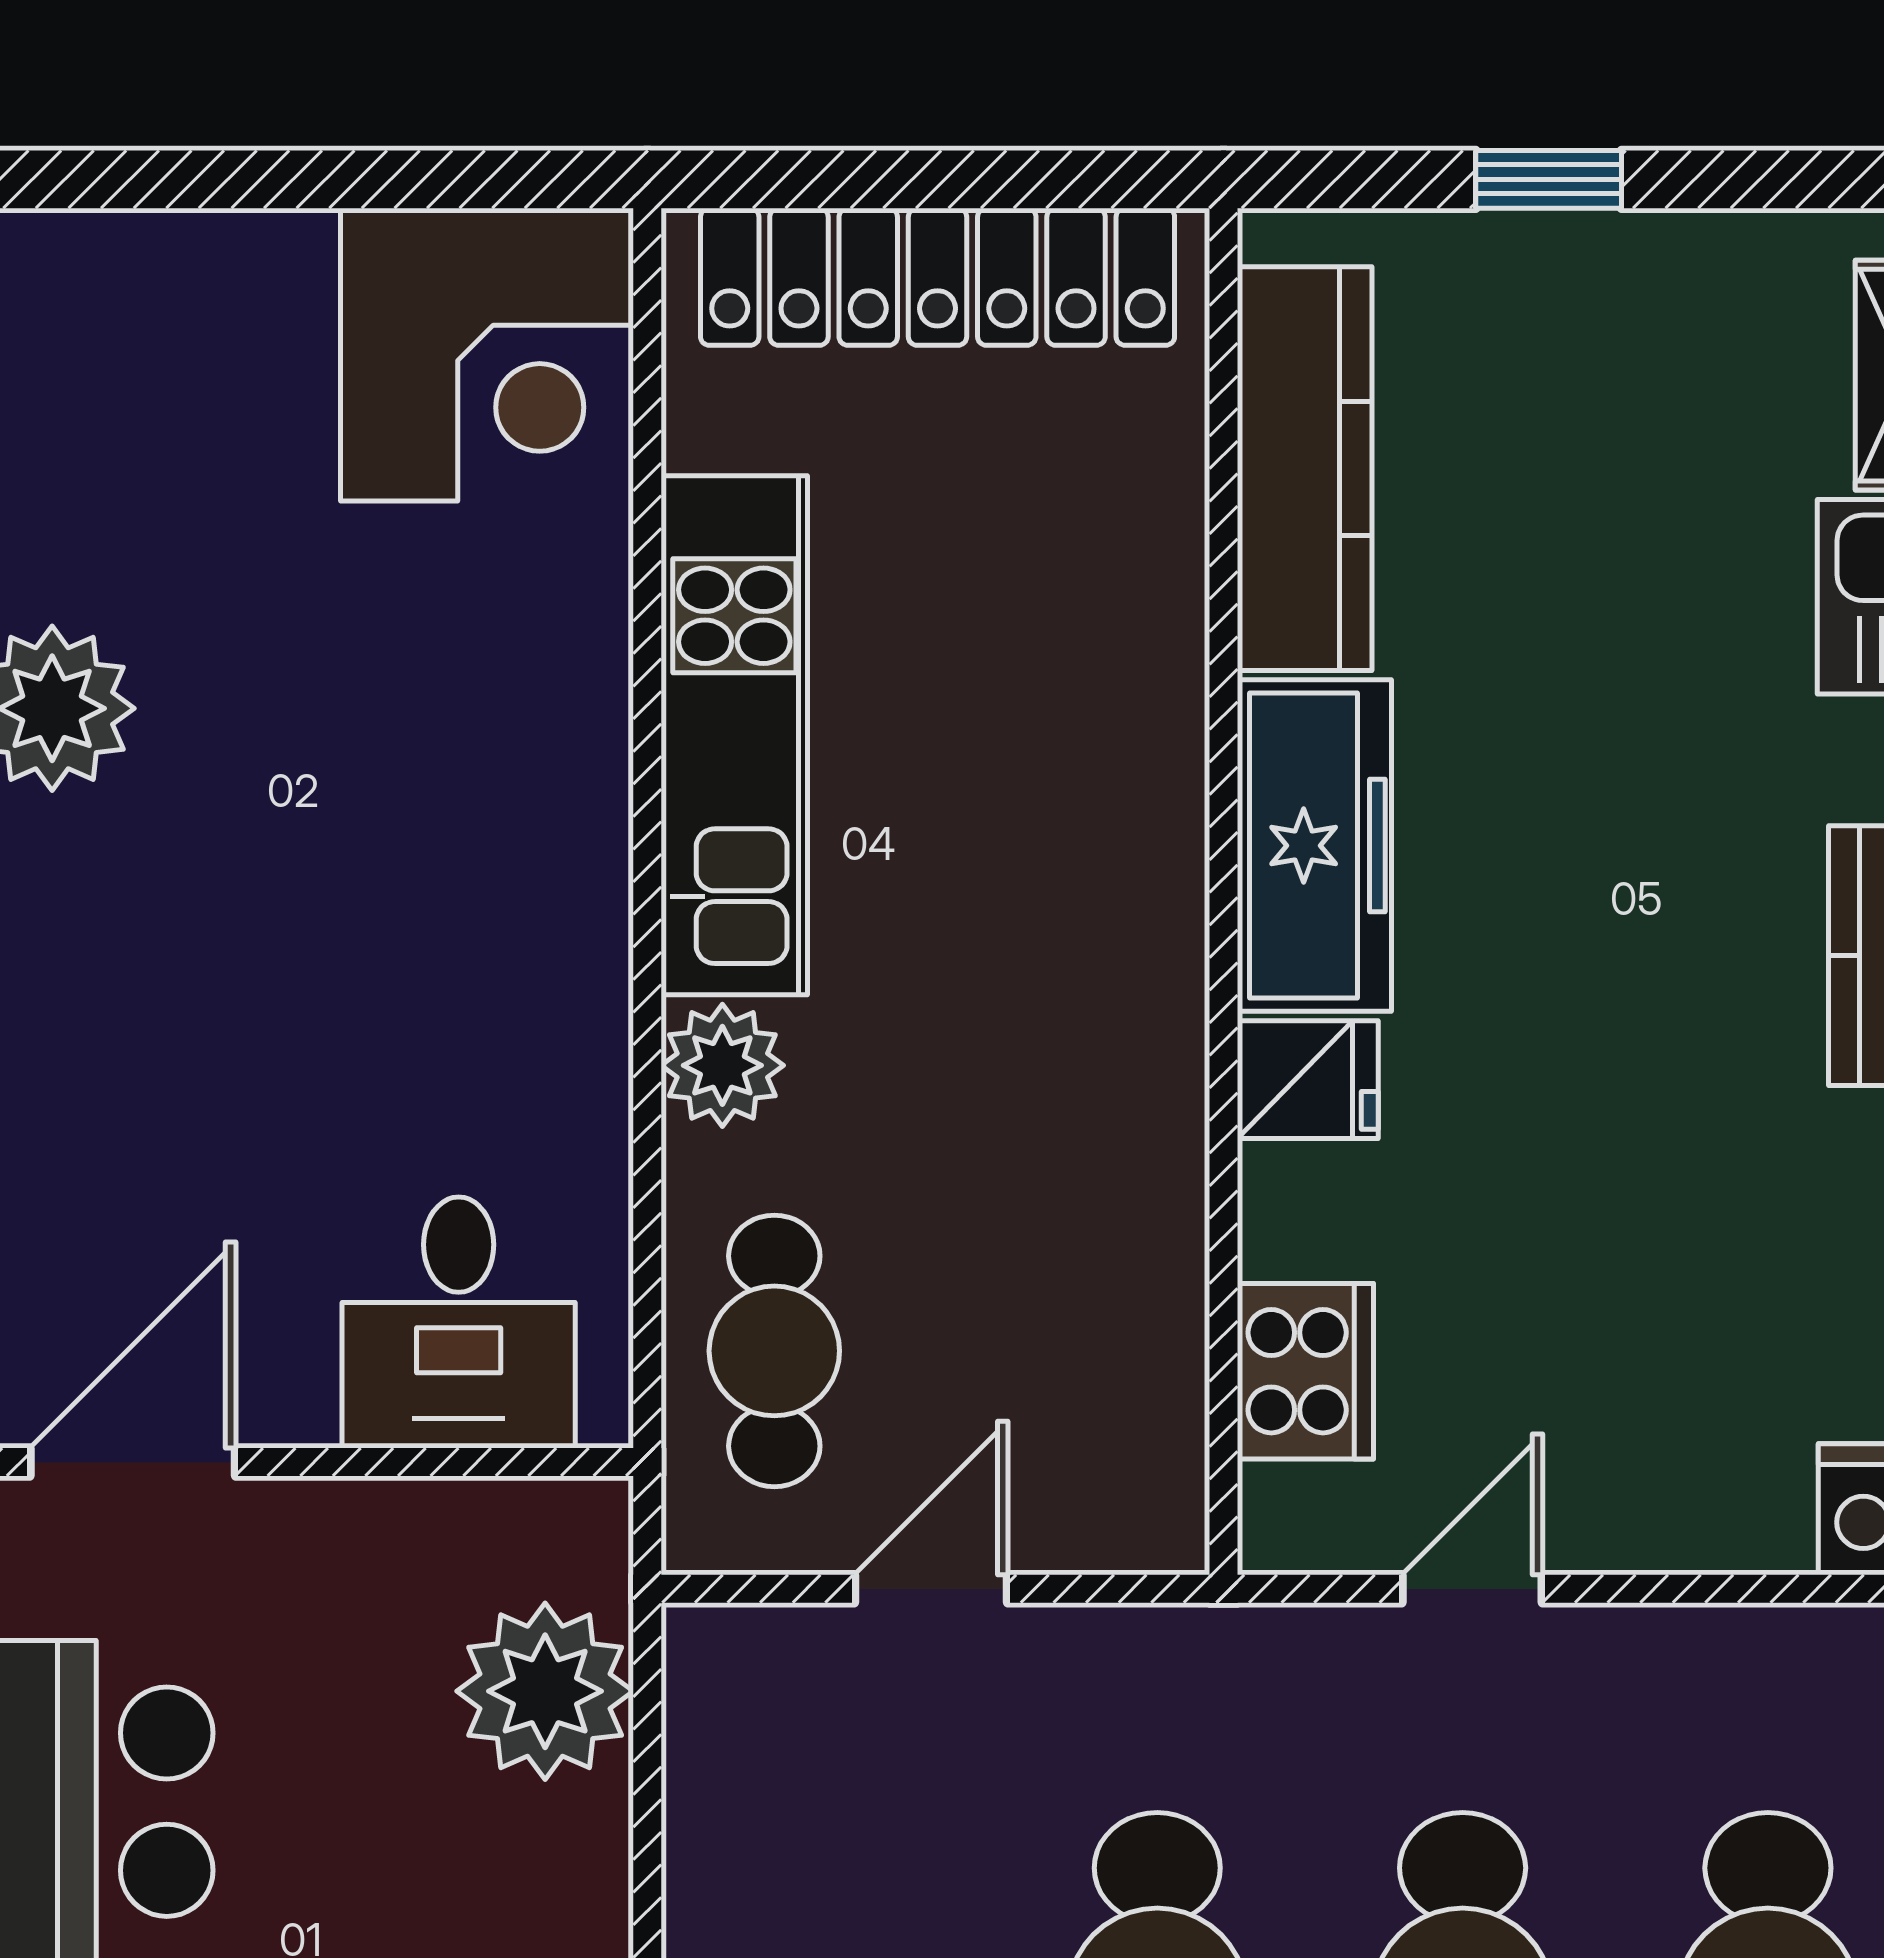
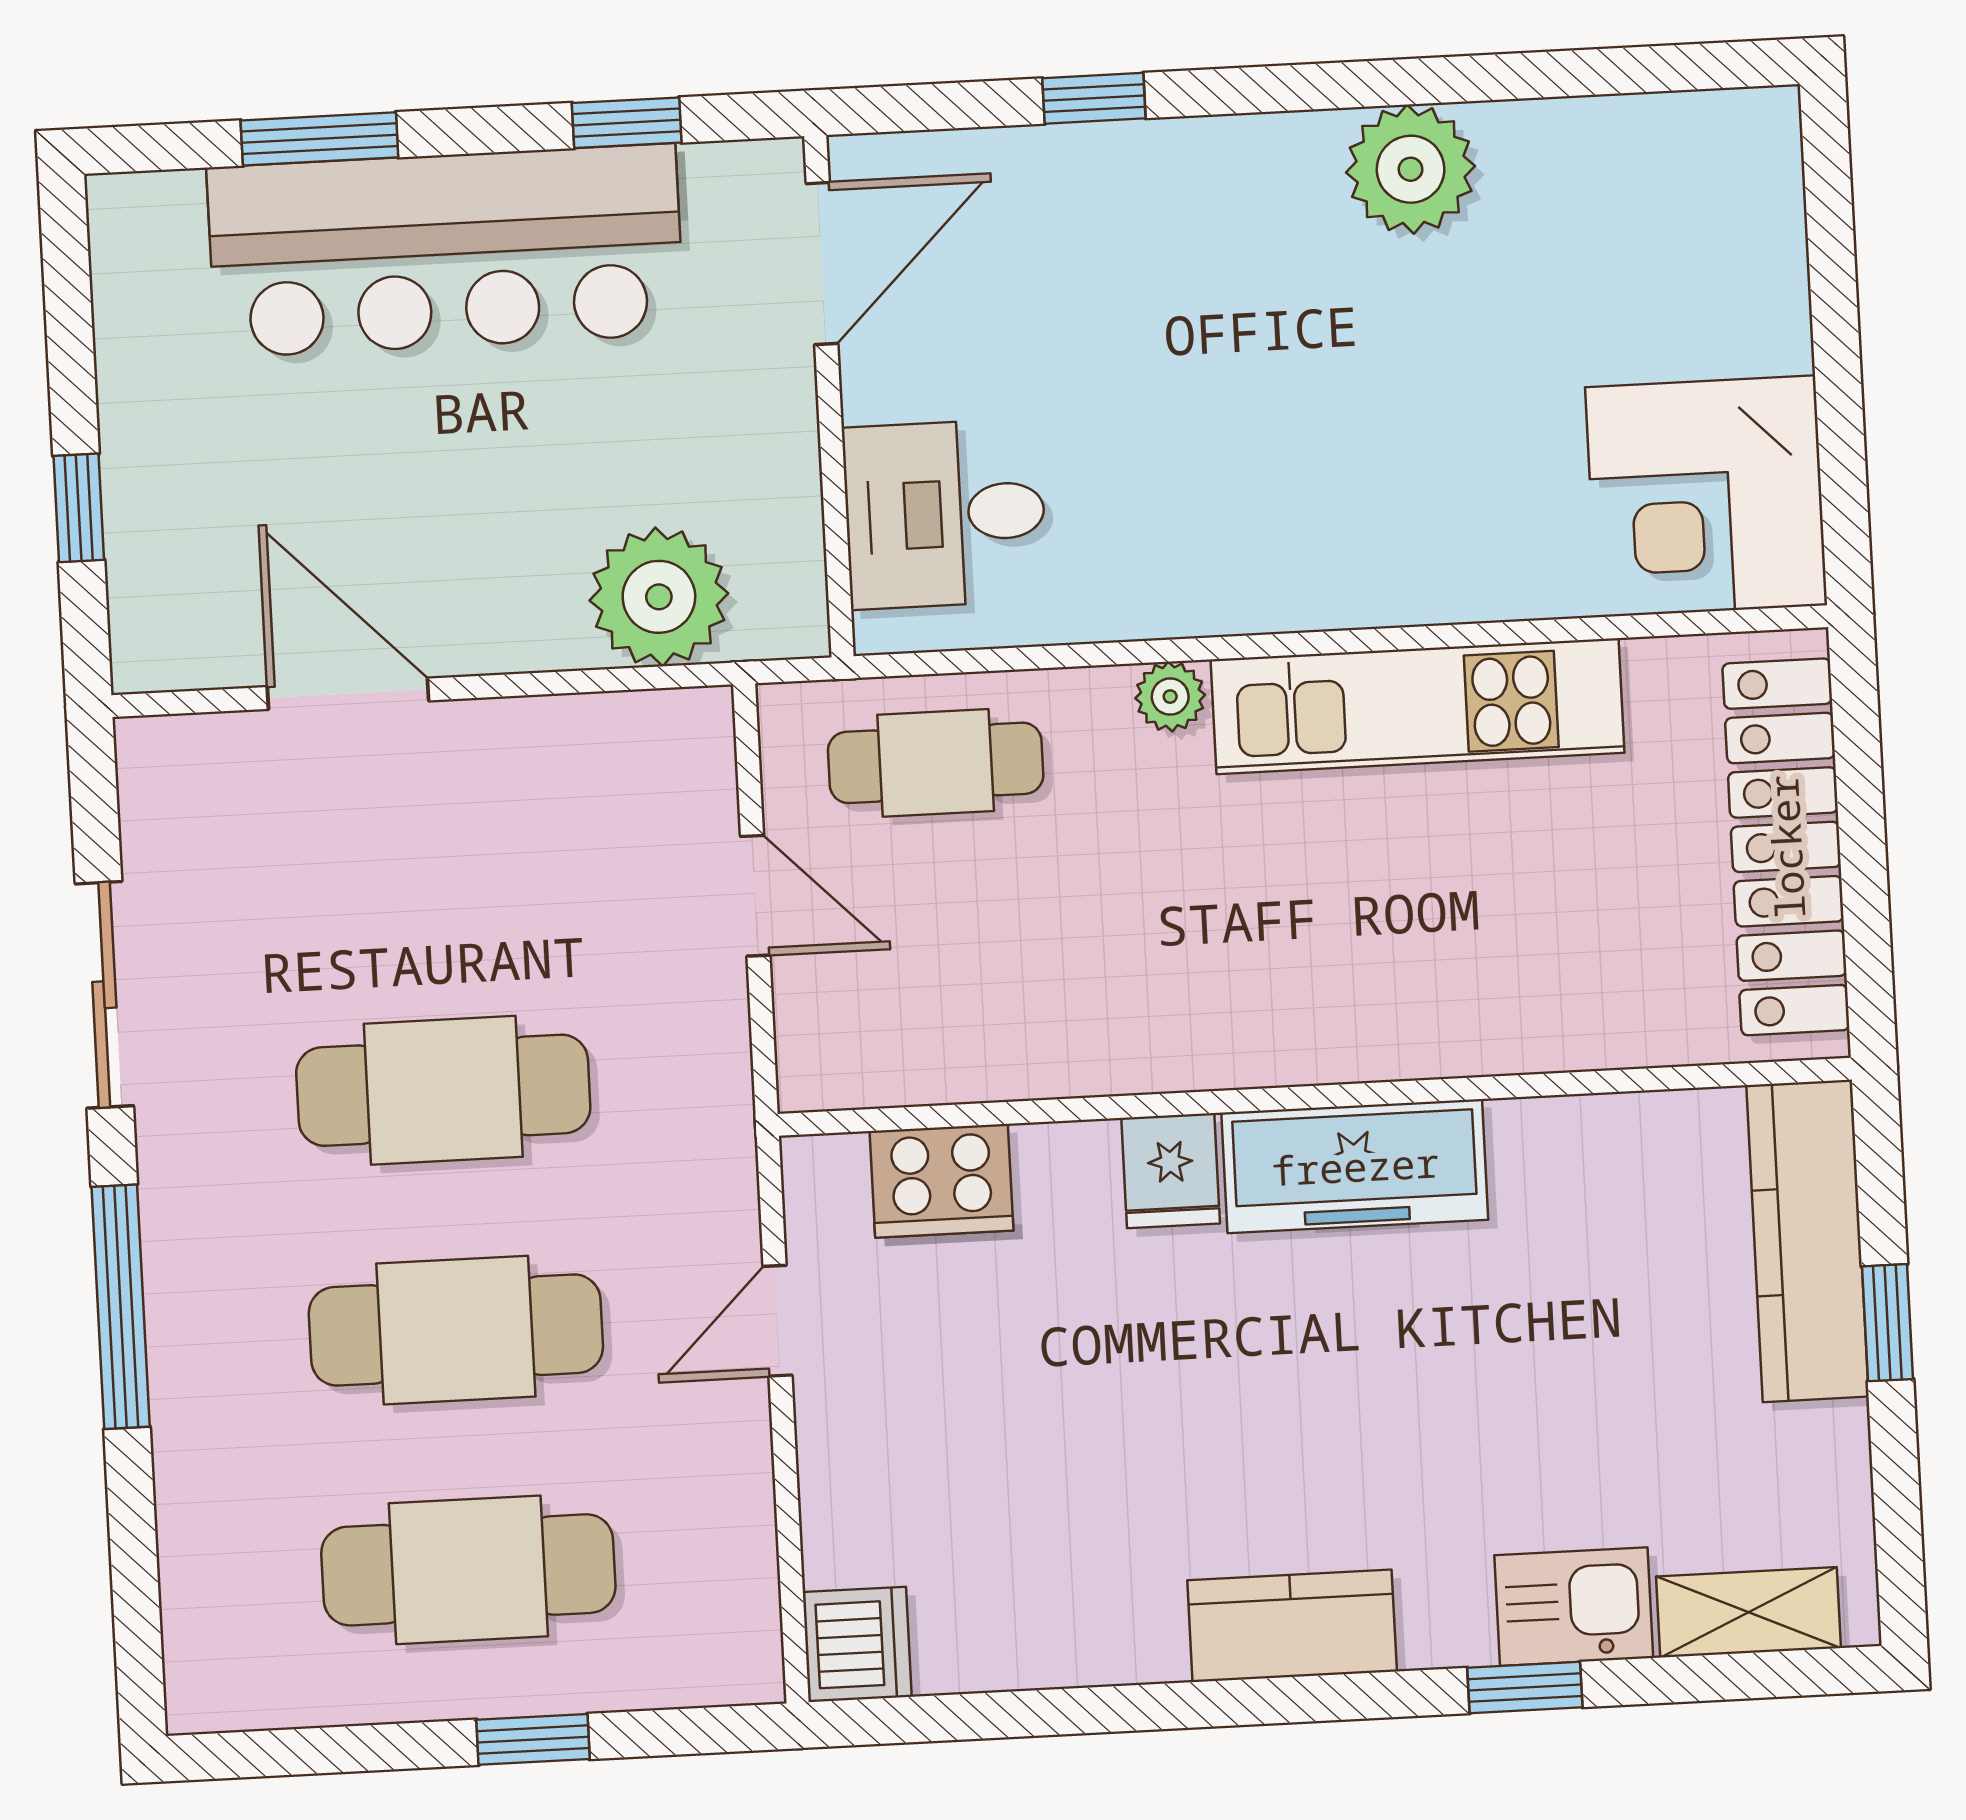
kitchen counter: (1305, 469) -> (1808, 1241), moved, turned 90
plant: (722, 1065) -> (1170, 697), width x0.73, depth x0.73
door: (133, 1462) -> (822, 264), hinge flipped
door: (1472, 1589) -> (778, 1321), swing flipped

